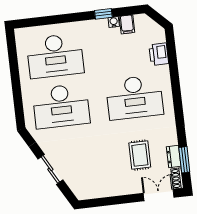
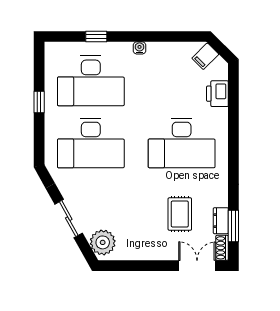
window: (103, 14) -> (96, 36), moved
water cooler: (114, 22) -> (139, 48), moved
filing cabinet: (127, 24) -> (205, 56), moved, turned 45
window: (15, 78) -> (39, 102), added
plant: (80, 185) -> (103, 242), added

